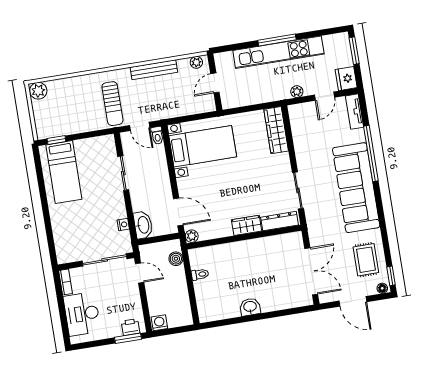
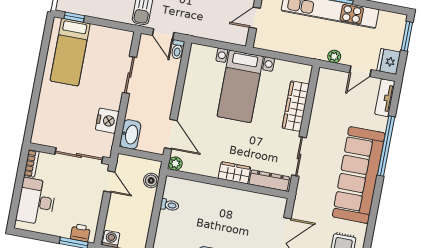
wardrobe: (276, 130) -> (296, 106), moved
bed with nightstands: (203, 146) -> (240, 86), moved, turned 90
nightstand: (123, 225) -> (107, 121), width x1.89, depth x1.79

